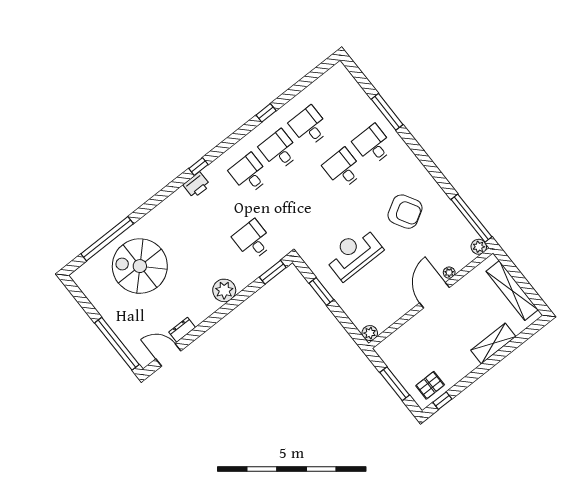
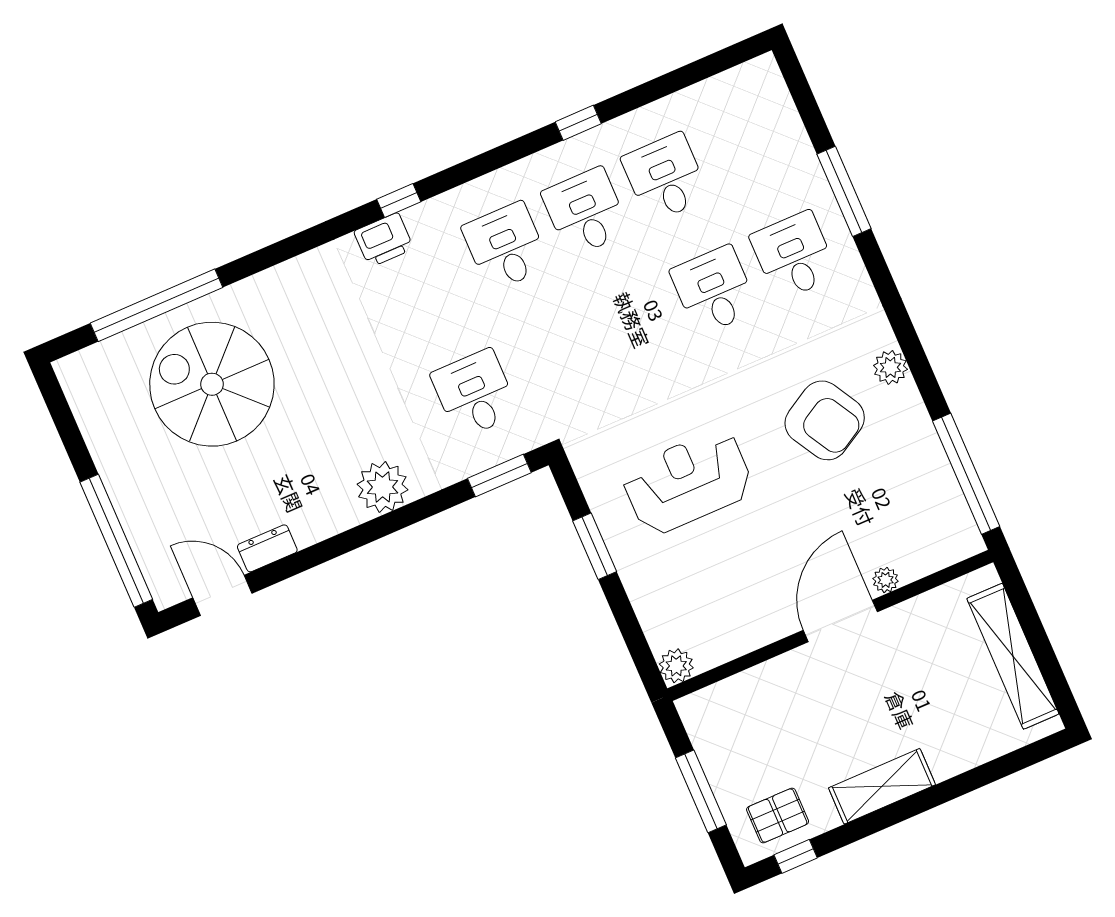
plant: (479, 247) -> (890, 367), moved
shelving: (493, 343) -> (882, 786), moved

